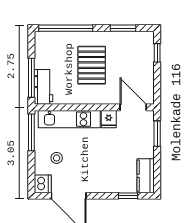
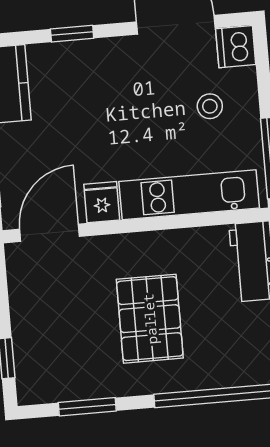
door: (133, 107) -> (50, 233), swing flipped
window: (128, 196) -> (72, 34), moved

